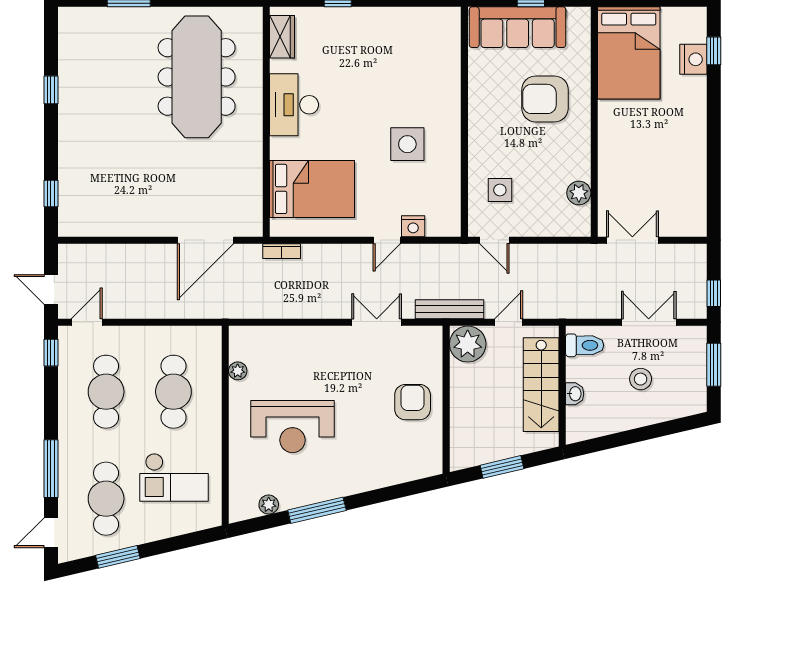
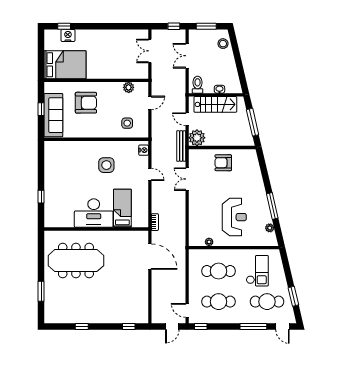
wardrobe: (282, 37) -> (58, 222), removed
armchair: (545, 99) -> (86, 103), turned -90
desk: (294, 105) -> (94, 213), width x1.36, depth x1.30
bed: (312, 189) -> (122, 208), width x0.67
nightstand: (413, 226) -> (144, 150), moved
door: (494, 240) -> (150, 103), moved
double door: (632, 240) -> (150, 51), moved
stool: (641, 379) -> (223, 44), moved
window: (502, 467) -> (253, 122), width x1.44

